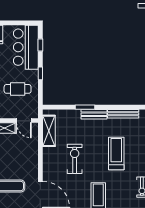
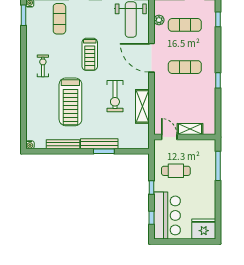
bench: (94, 114) -> (99, 144), width x1.36
shelving: (49, 131) -> (142, 106), moved
treadmill: (116, 153) -> (70, 102), width x1.37, depth x1.38

